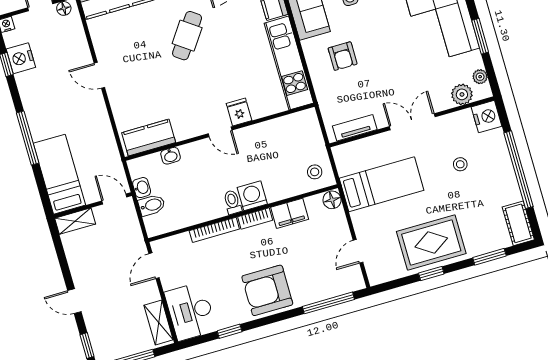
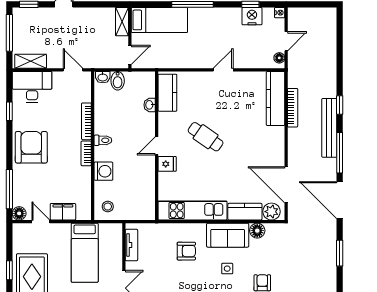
cafe table: (187, 36) -> (206, 137), moved
armchair: (343, 56) -> (186, 251), turned 180
washbasin: (142, 188) -> (103, 77), moved
washing machine: (252, 196) -> (103, 171), moved
floor lamp: (332, 200) -> (19, 213), moved
filing cabinet: (290, 213) -> (63, 212), moved, turned 90

